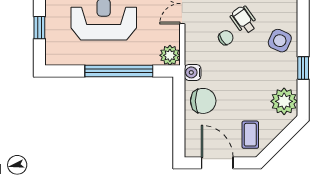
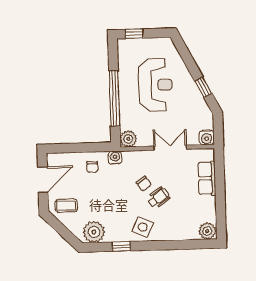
window: (39, 28) -> (134, 34), moved
chair: (203, 101) -> (92, 167), width x0.54, depth x0.54

